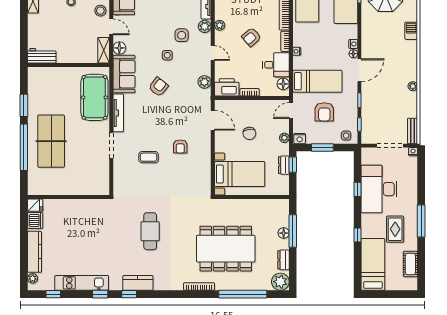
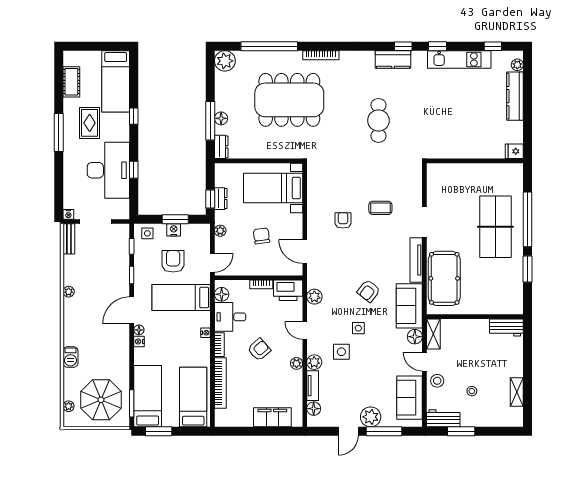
nightstand: (300, 139) -> (174, 230), moved
dishwasher: (35, 220) -> (514, 133), removed
dresser: (283, 260) -> (221, 147), moved

